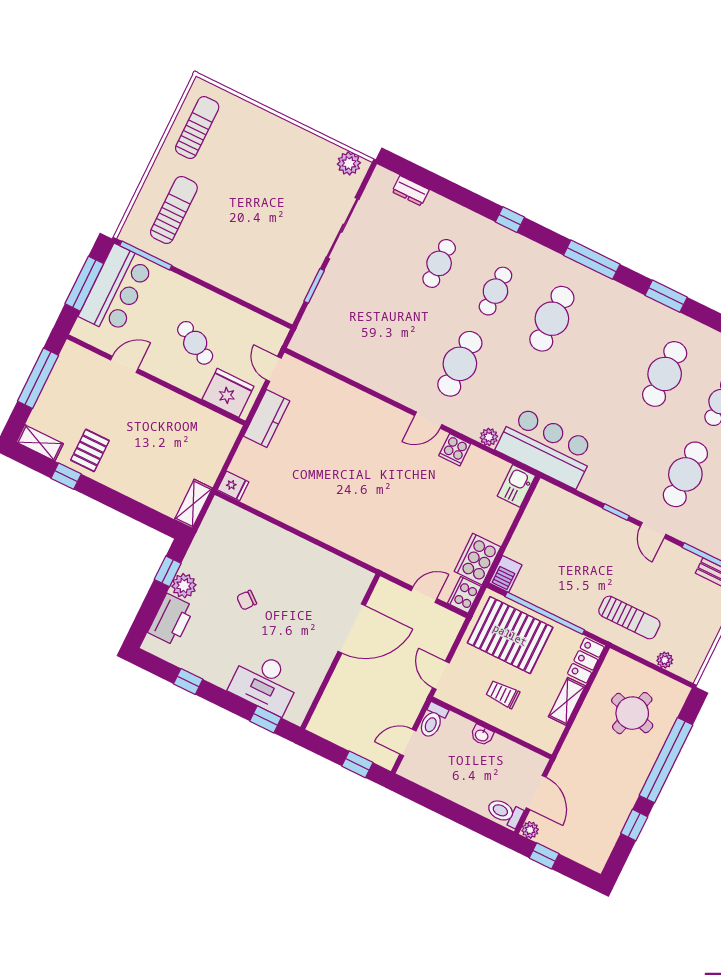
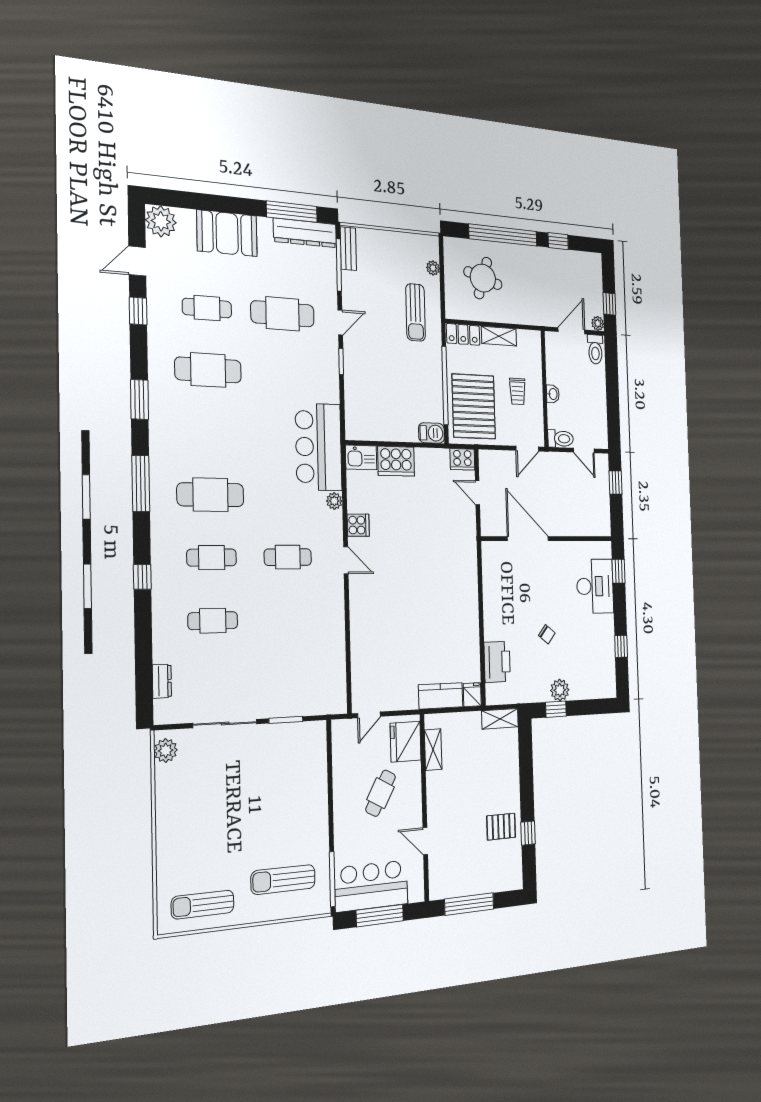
cafe table: (460, 364) -> (288, 557), width x0.73, depth x0.74
kitchen counter: (267, 419) -> (441, 696), moved
shelving: (40, 443) -> (433, 750), moved
cooker: (477, 559) -> (396, 461), moved
sun lounger: (629, 617) -> (416, 312), turned 180
printer: (171, 620) -> (497, 662), moved, turned 90

